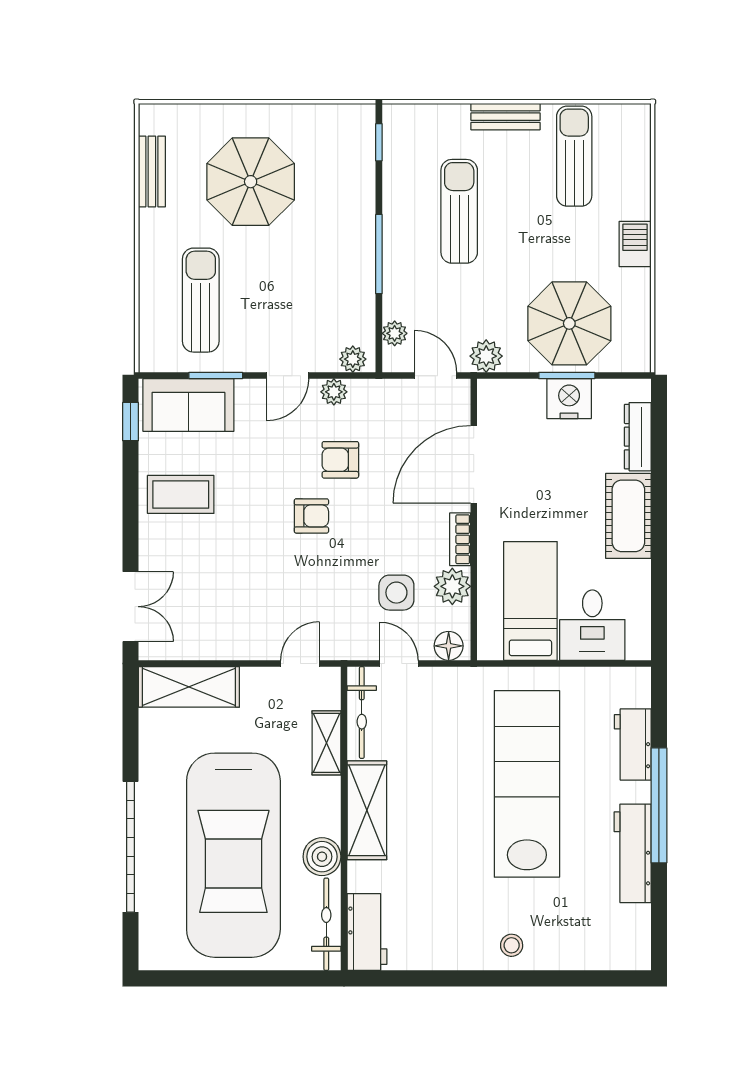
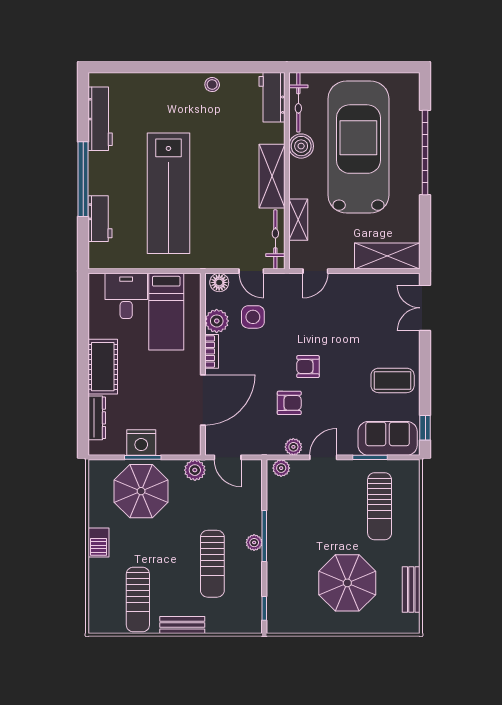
plant: (395, 333) -> (254, 543), moved
workbench: (633, 853) -> (100, 119), moved
stool: (512, 945) -> (212, 85), moved

